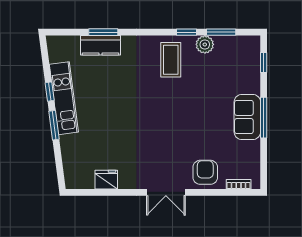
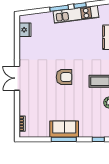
armchair: (205, 172) -> (64, 77), moved
fridge: (106, 180) -> (25, 30), moved

